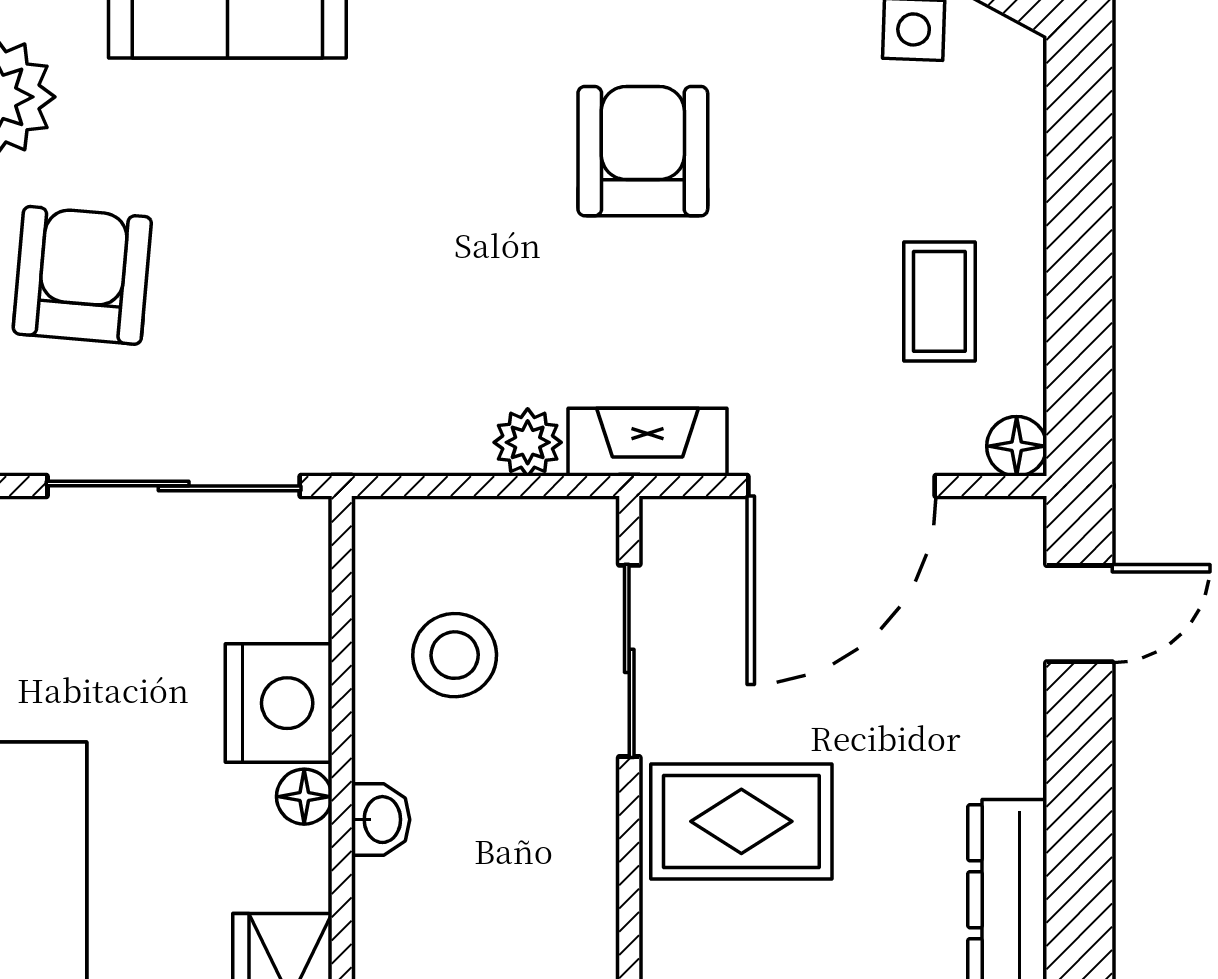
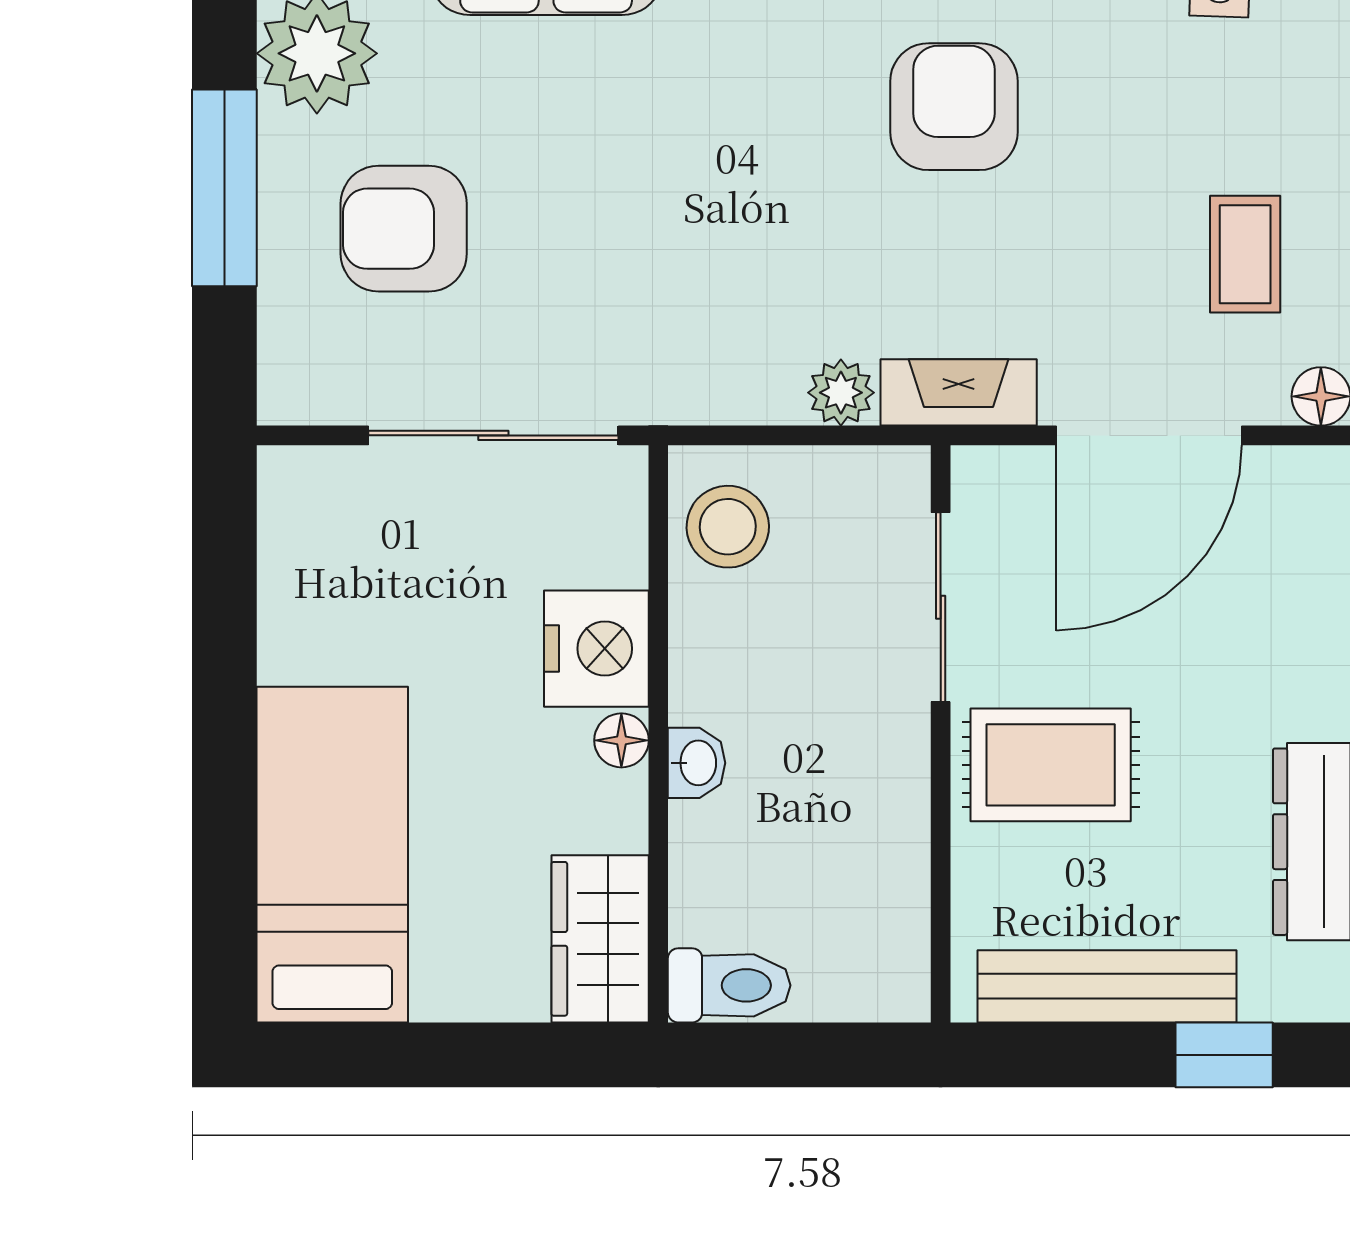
armchair: (82, 275) -> (404, 229), turned -95
stool: (455, 655) -> (728, 527), moved

